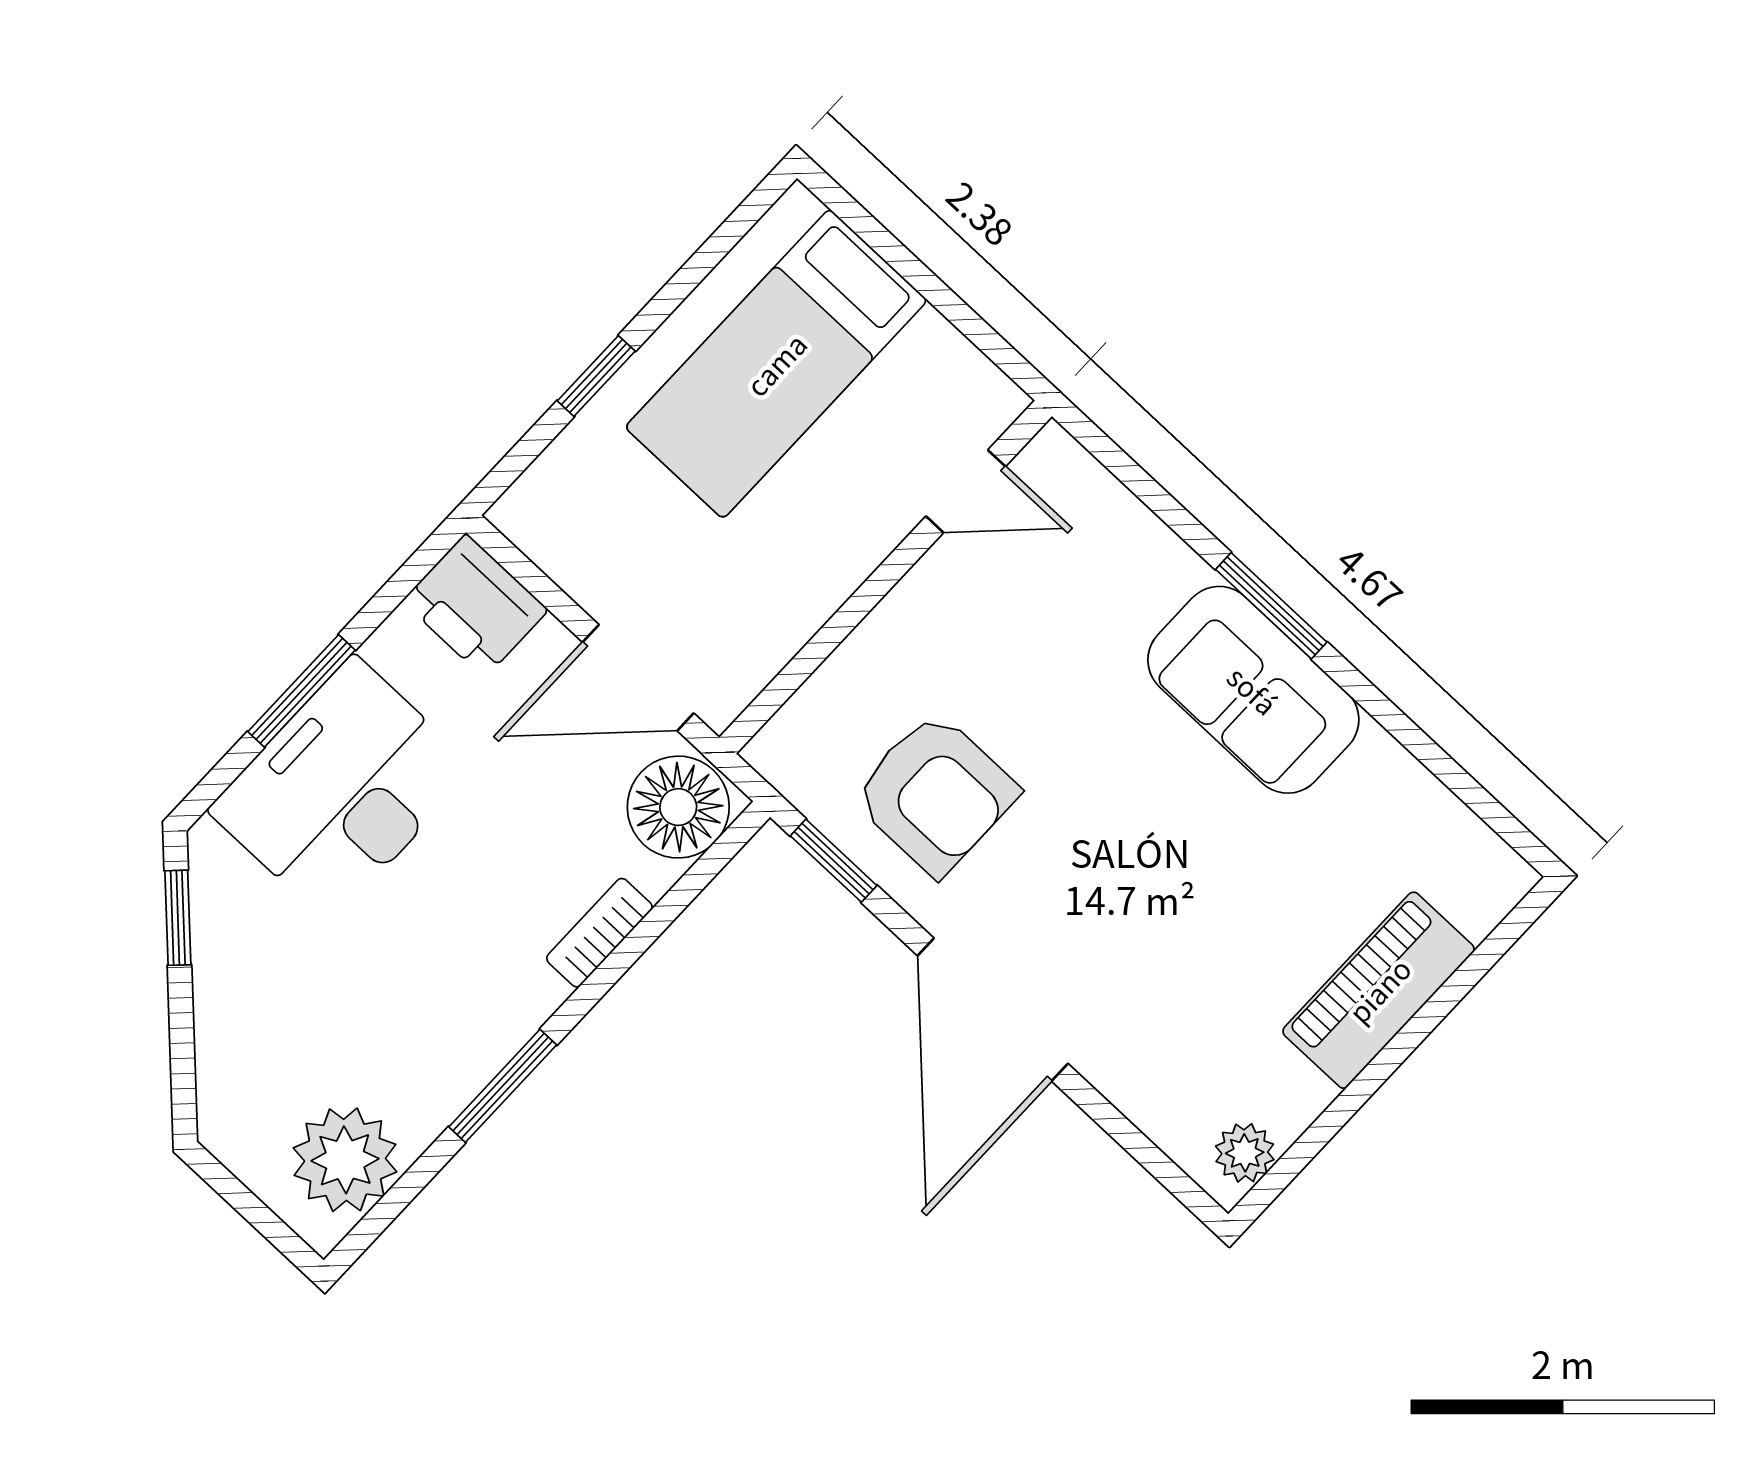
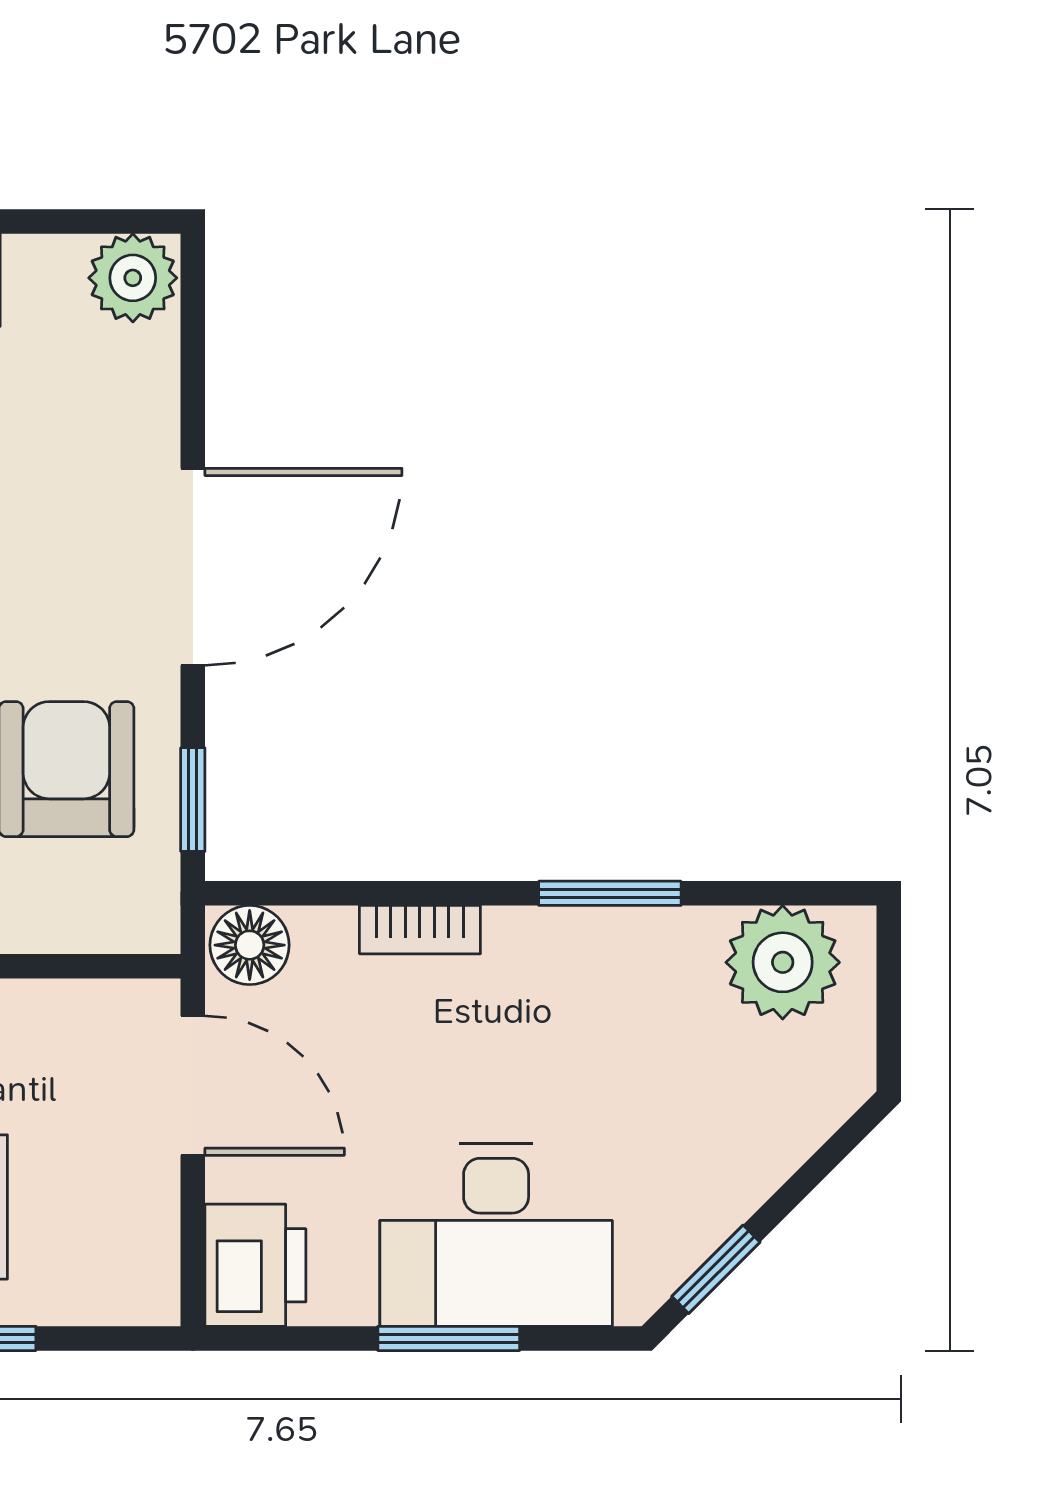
floor lamp: (678, 807) -> (250, 945), width x0.73, depth x0.73
plant: (1245, 1153) -> (133, 278), width x1.38, depth x1.38

